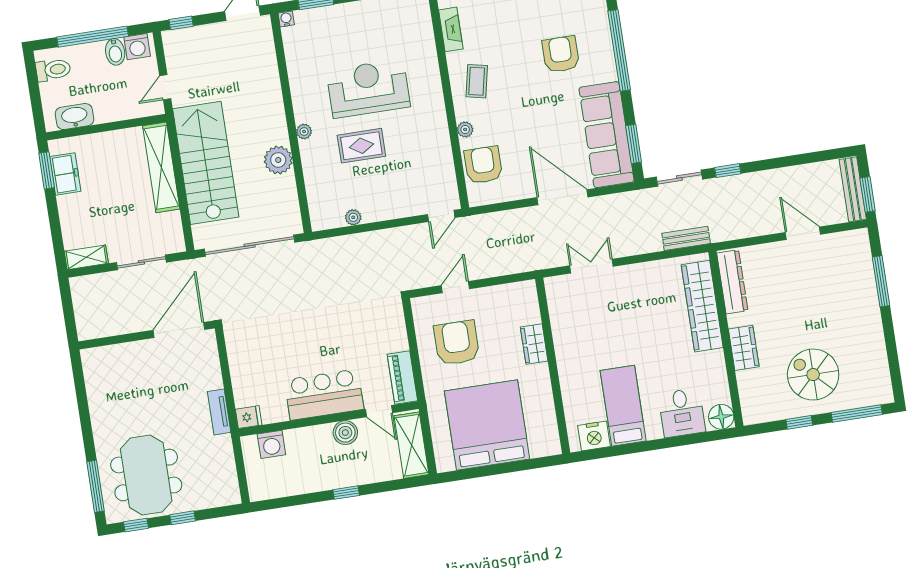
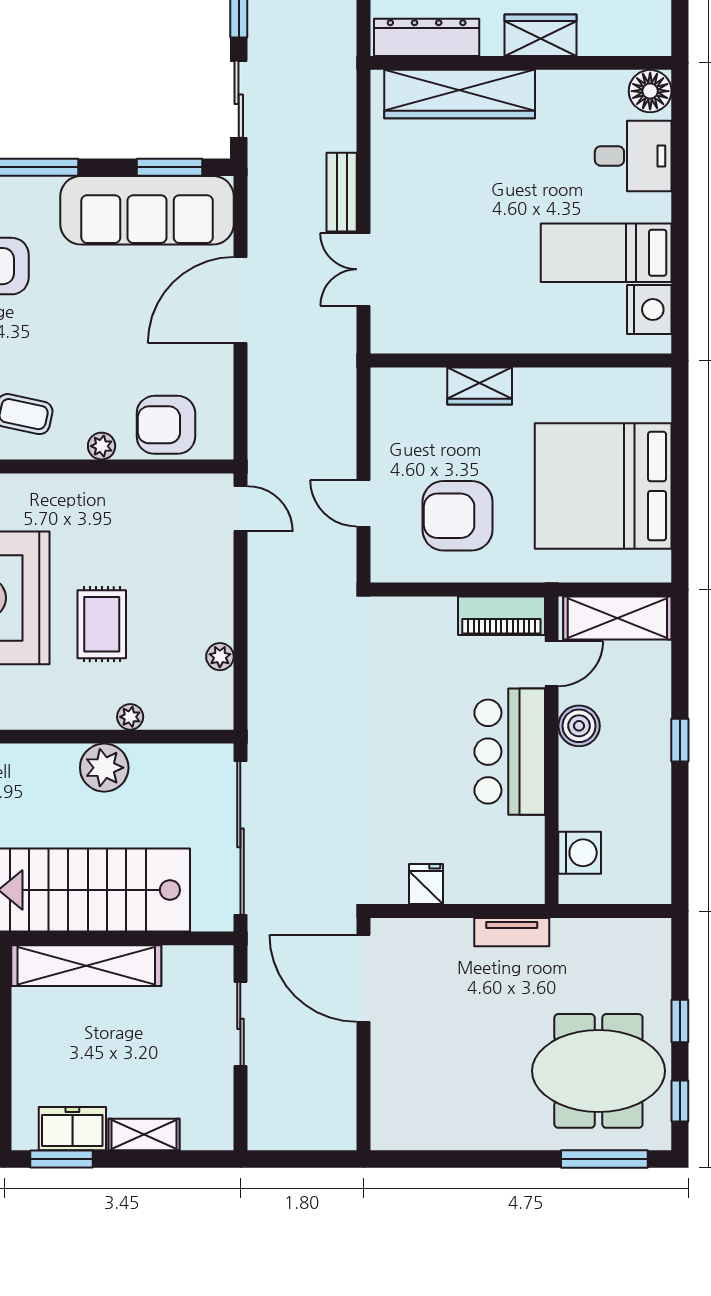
plant: (304, 131) -> (130, 717), moved
bench: (686, 238) -> (342, 192), moved
shelving: (86, 257) -> (144, 1134), moved, turned 90
fridge: (249, 417) -> (426, 884), moved

